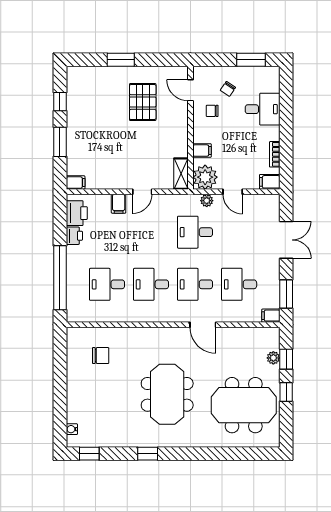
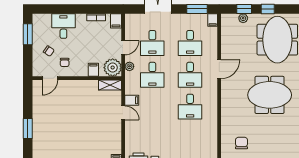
pallet: (143, 102) -> (58, 113), removed
filing cabinet: (119, 204) -> (132, 100), moved
desk: (107, 284) -> (152, 43), moved

